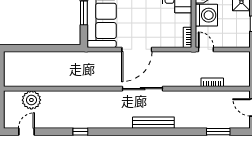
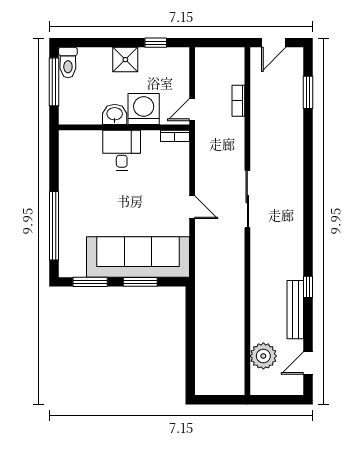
door: (137, 49) -> (192, 207), width x0.53
bench: (153, 123) -> (295, 310), moved
door: (26, 132) -> (308, 363), hinge flipped

